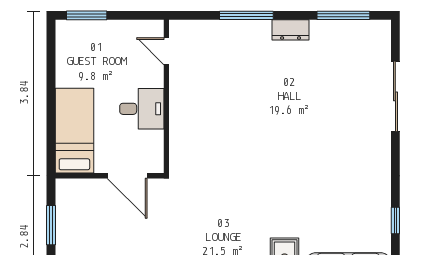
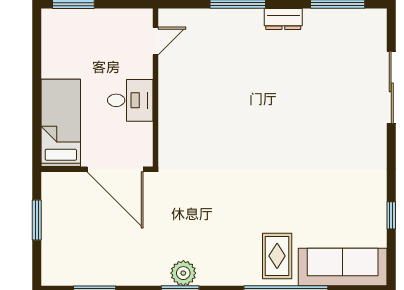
door: (166, 51) -> (155, 41), swing flipped
door: (127, 176) -> (115, 169), width x1.36

